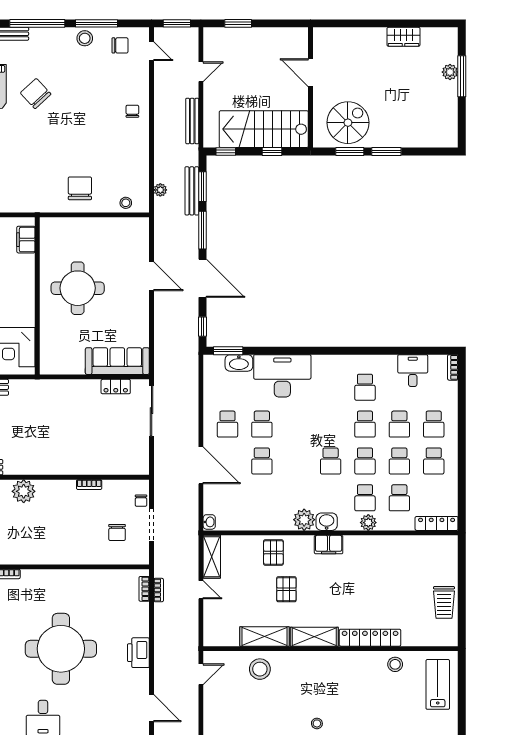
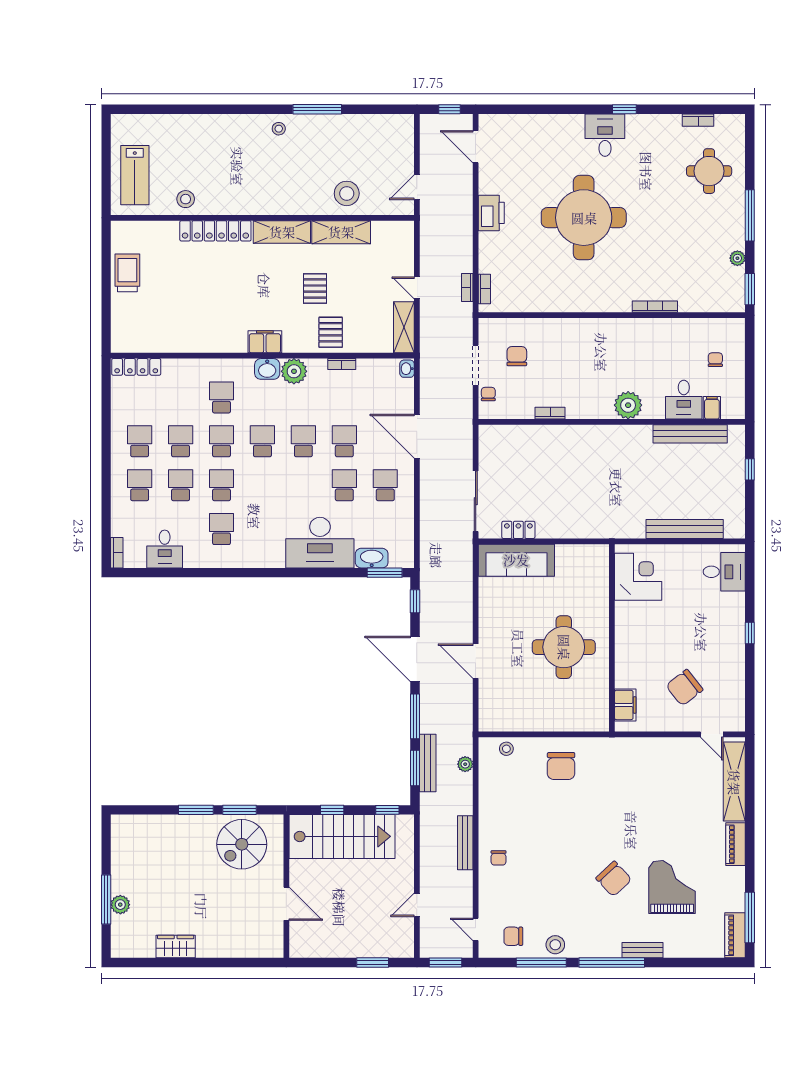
bench: (192, 121) -> (465, 843), moved
school desk: (399, 498) -> (303, 441), moved
plant: (368, 523) -> (218, 368), removed
bookcase: (264, 526) -> (342, 364), added

